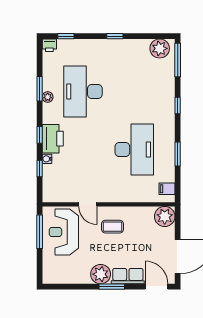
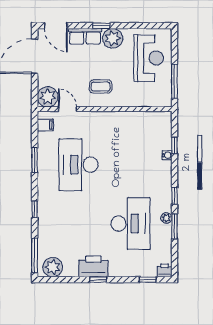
window: (40, 135) -> (174, 196), moved
printer: (53, 139) -> (93, 266), moved, turned 90
door: (88, 204) -> (67, 109), moved
reception desk: (64, 232) -> (149, 58), moved
window: (112, 287) -> (101, 26), width x0.67

